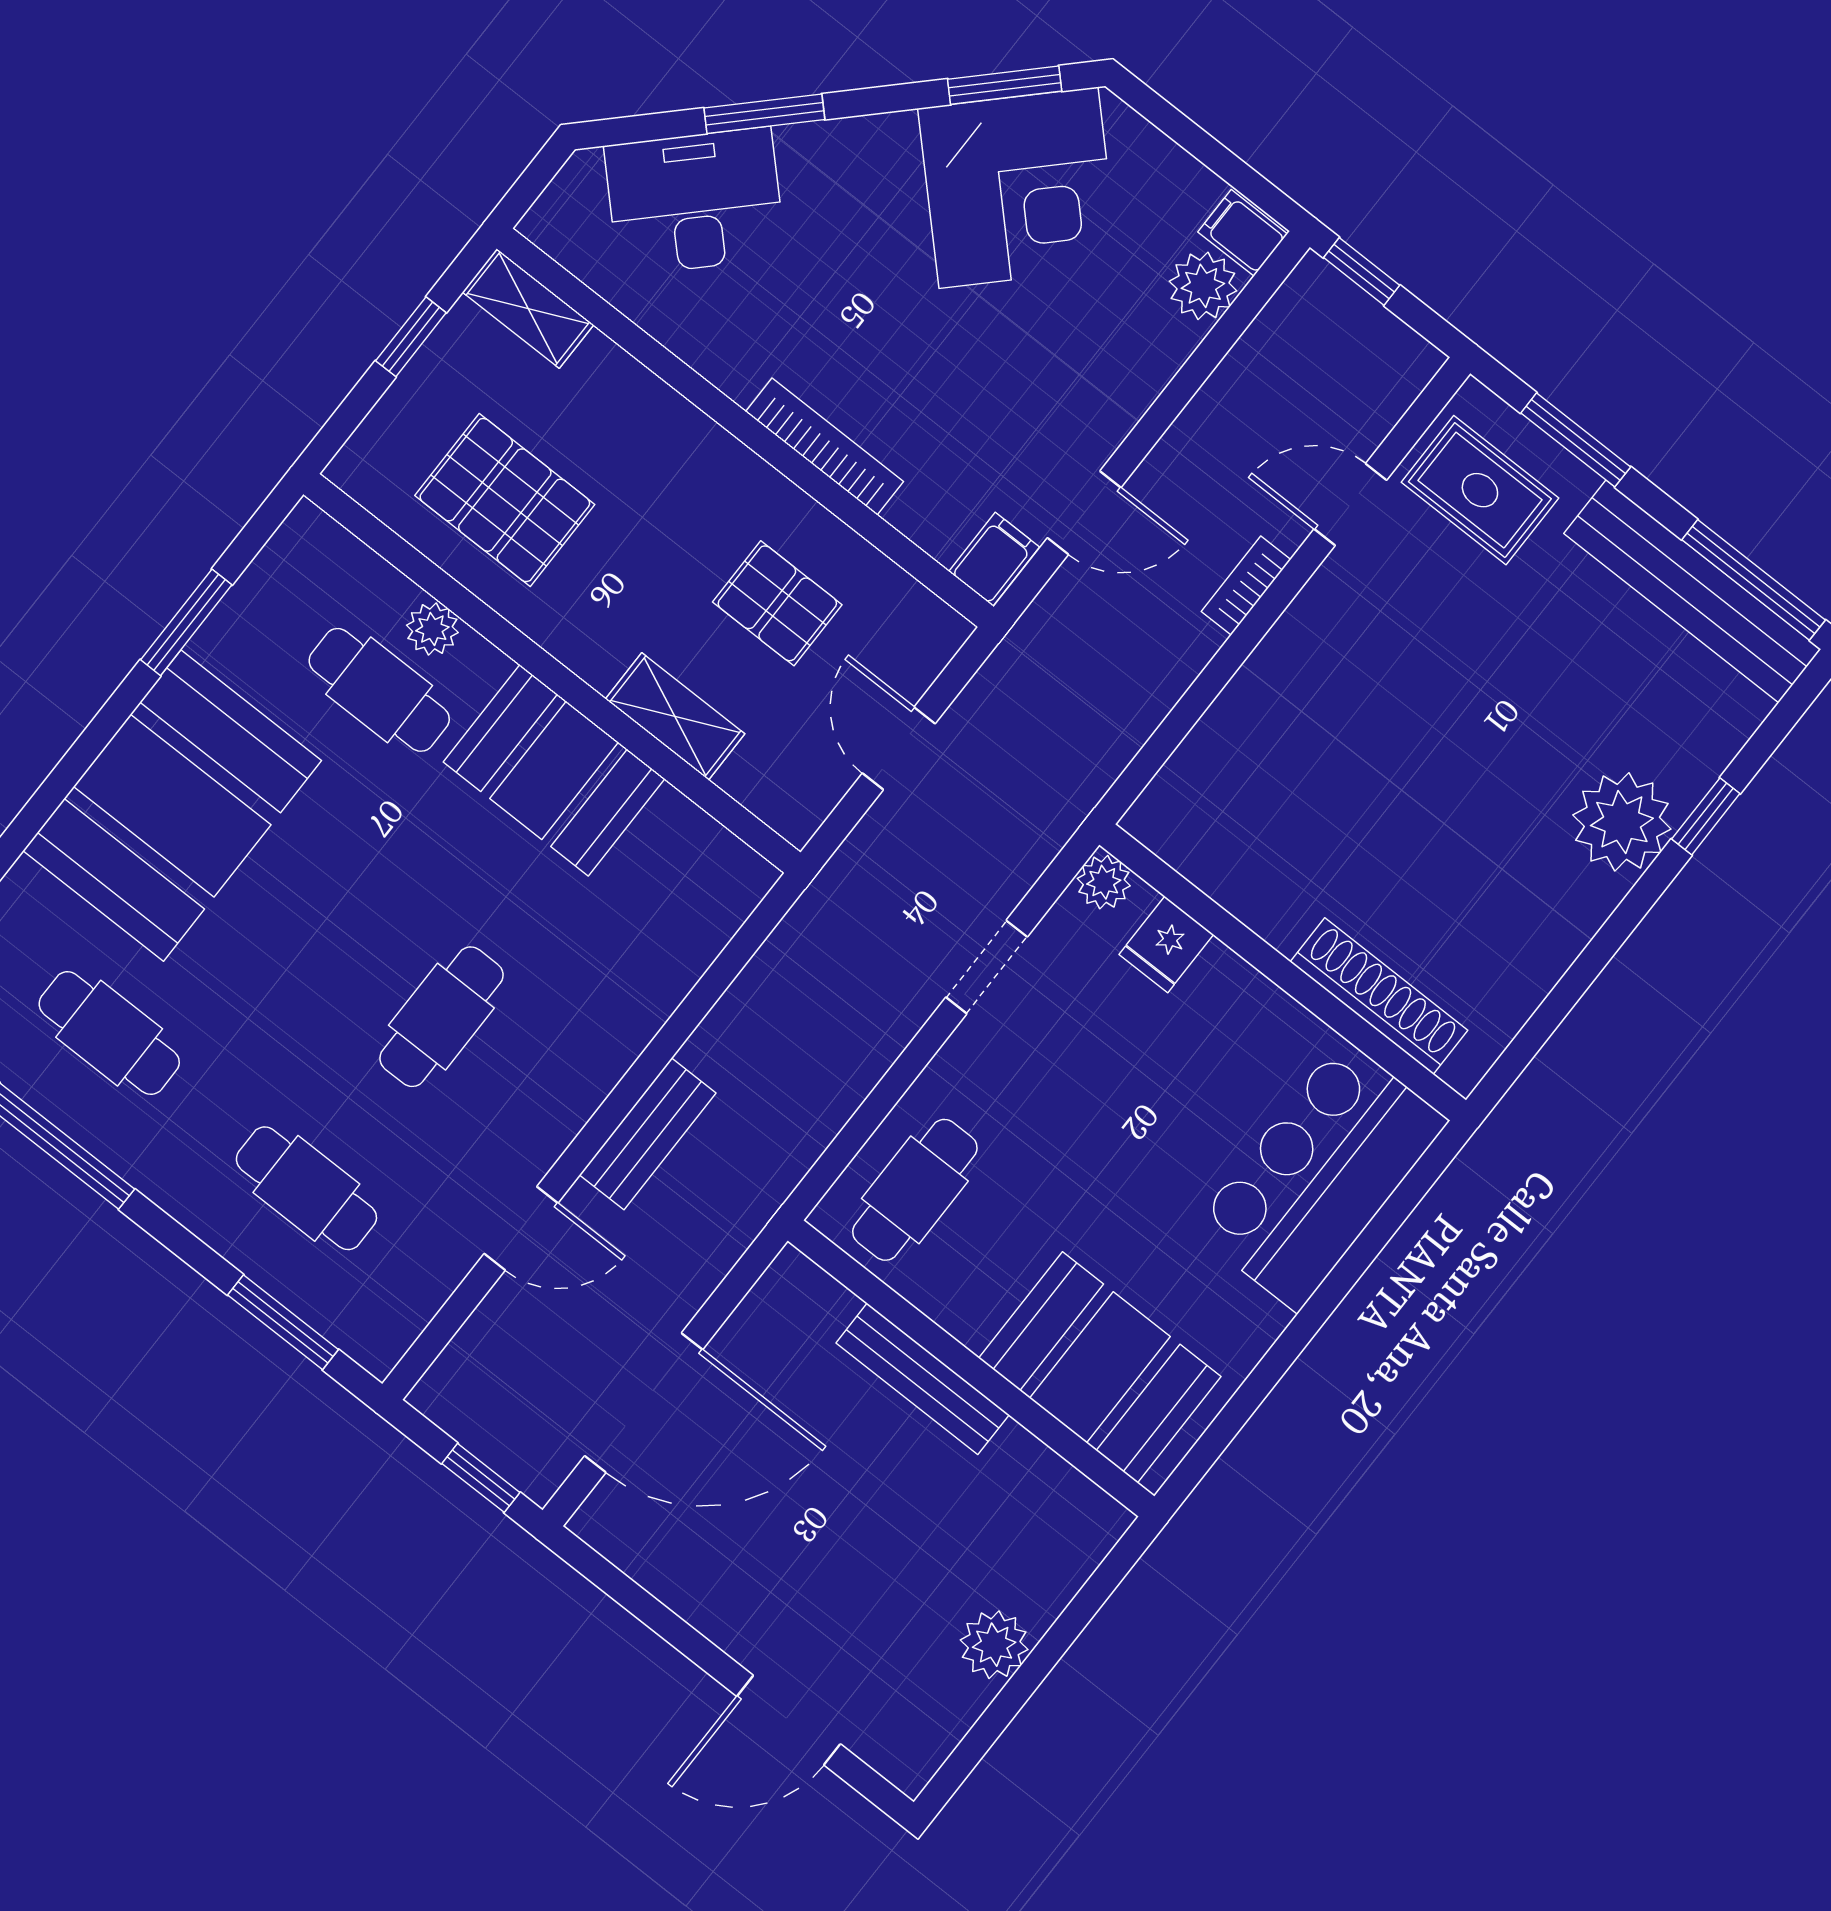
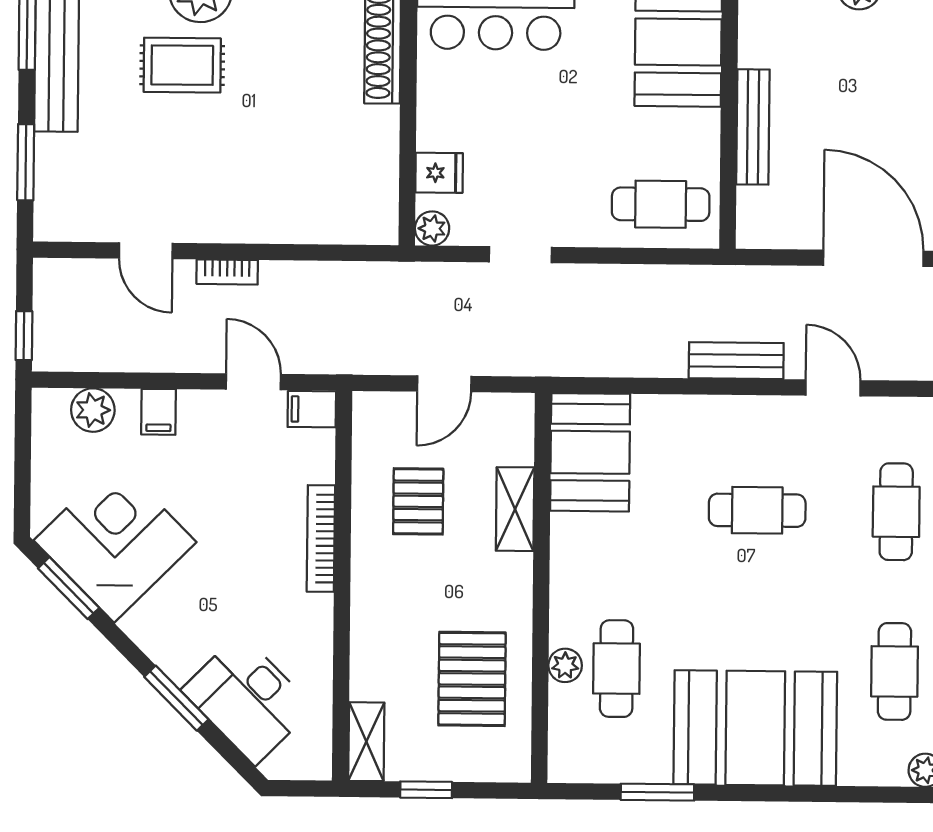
filing cabinet: (1243, 233) -> (159, 412), moved
rug: (1480, 490) -> (182, 65), moved, turned 90
booth: (554, 770) -> (590, 452), moved

